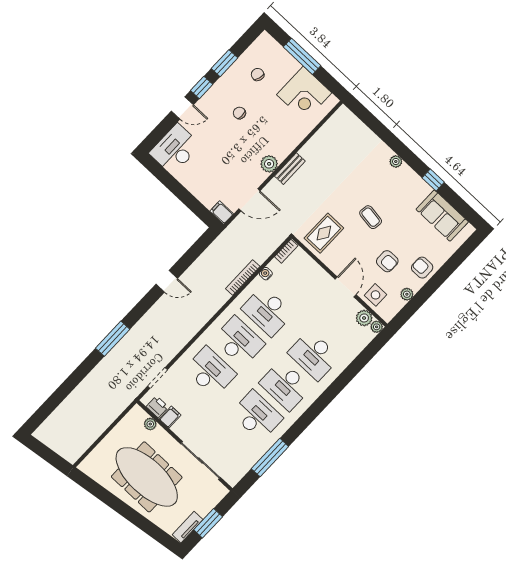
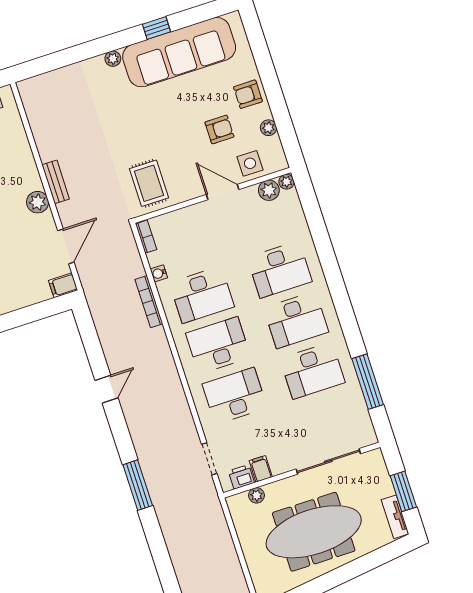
sofa: (442, 216) -> (179, 52), width x1.85, depth x1.27
coffee table: (371, 217) -> (160, 121), removed
desk: (257, 416) -> (312, 371), turned 180

